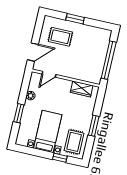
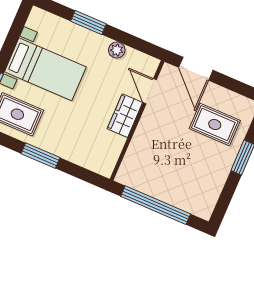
rug: (60, 37) -> (215, 125), turned 90
wardrobe: (82, 89) -> (125, 116), moved

